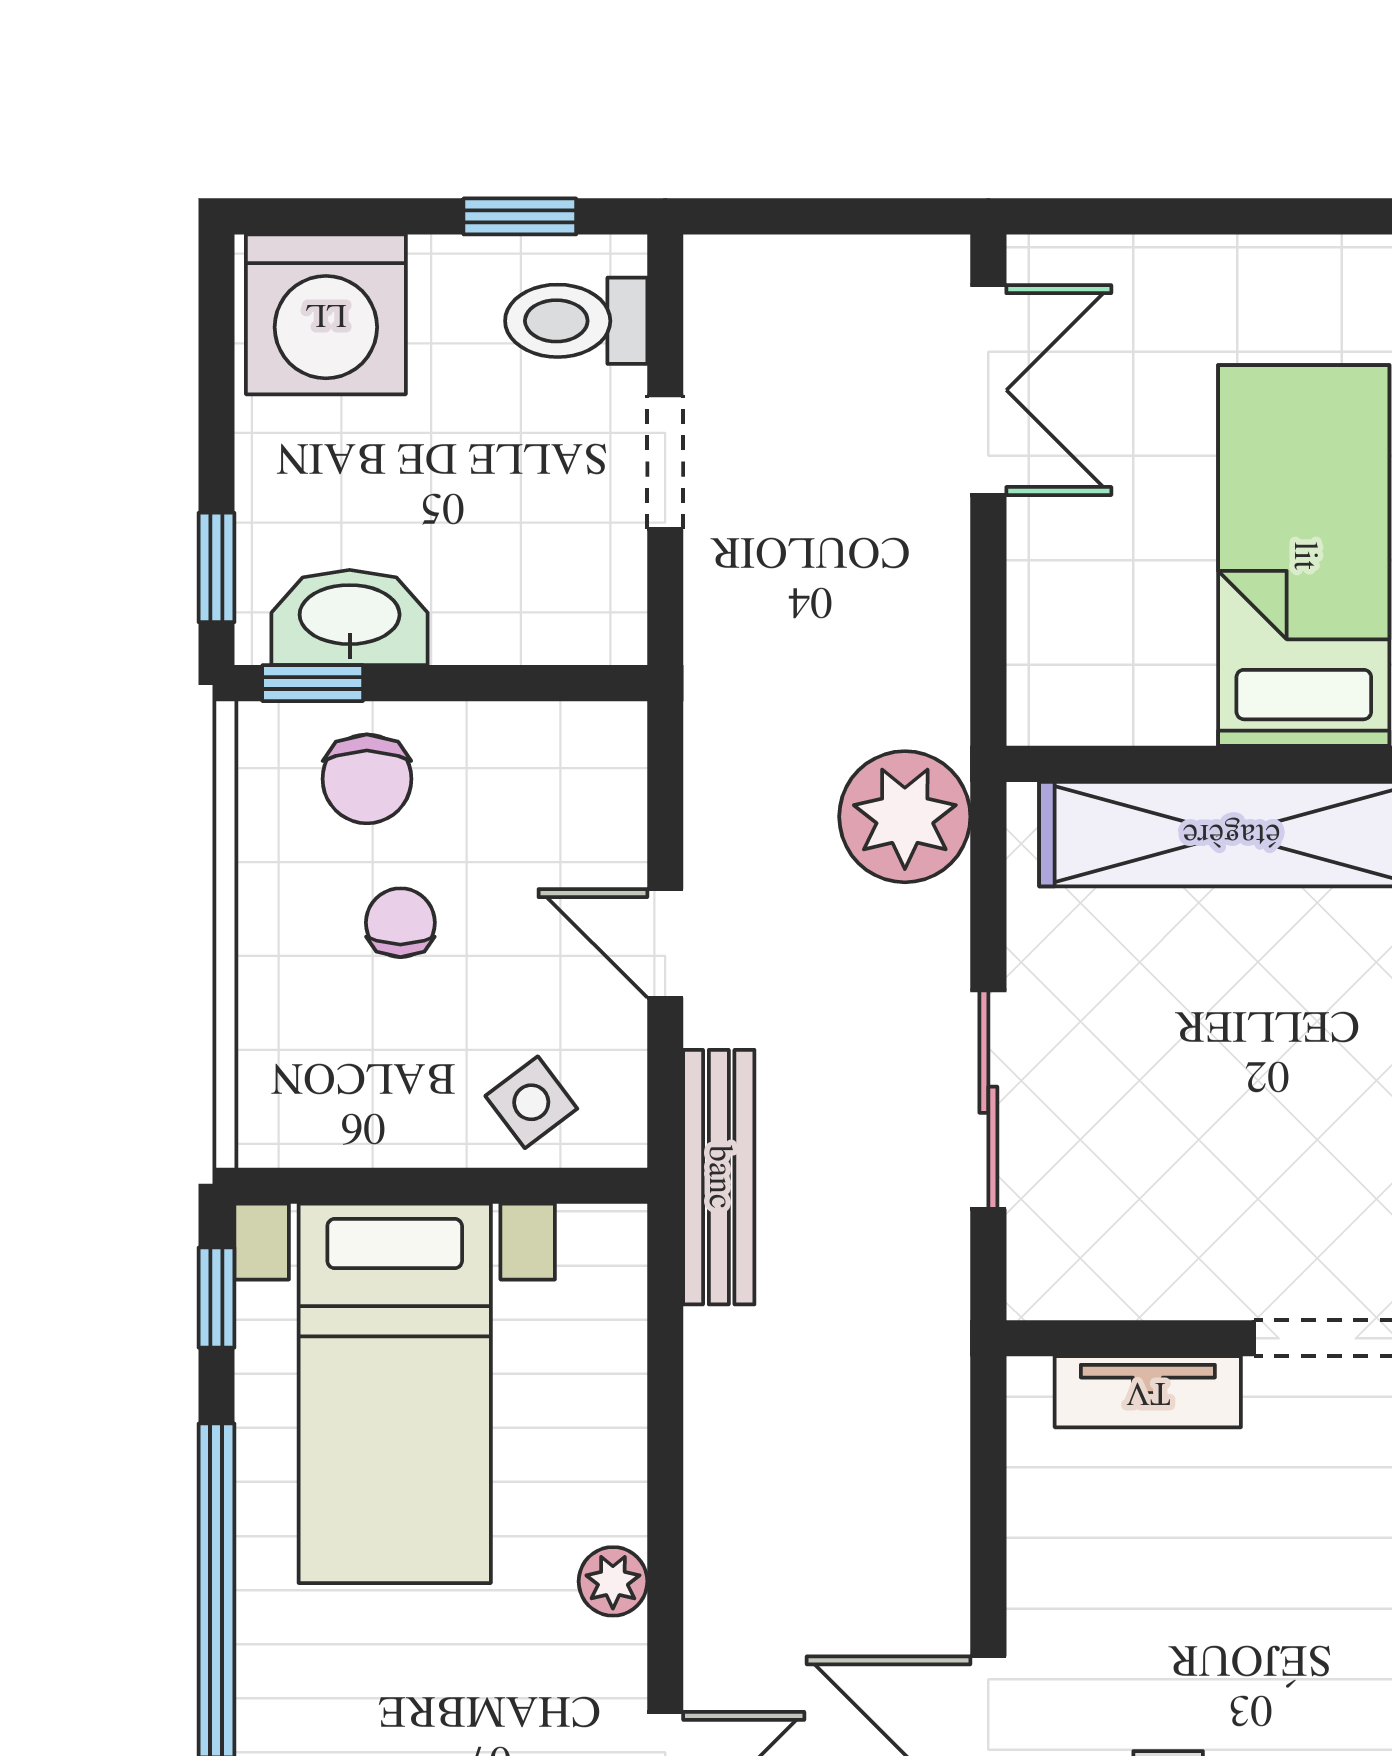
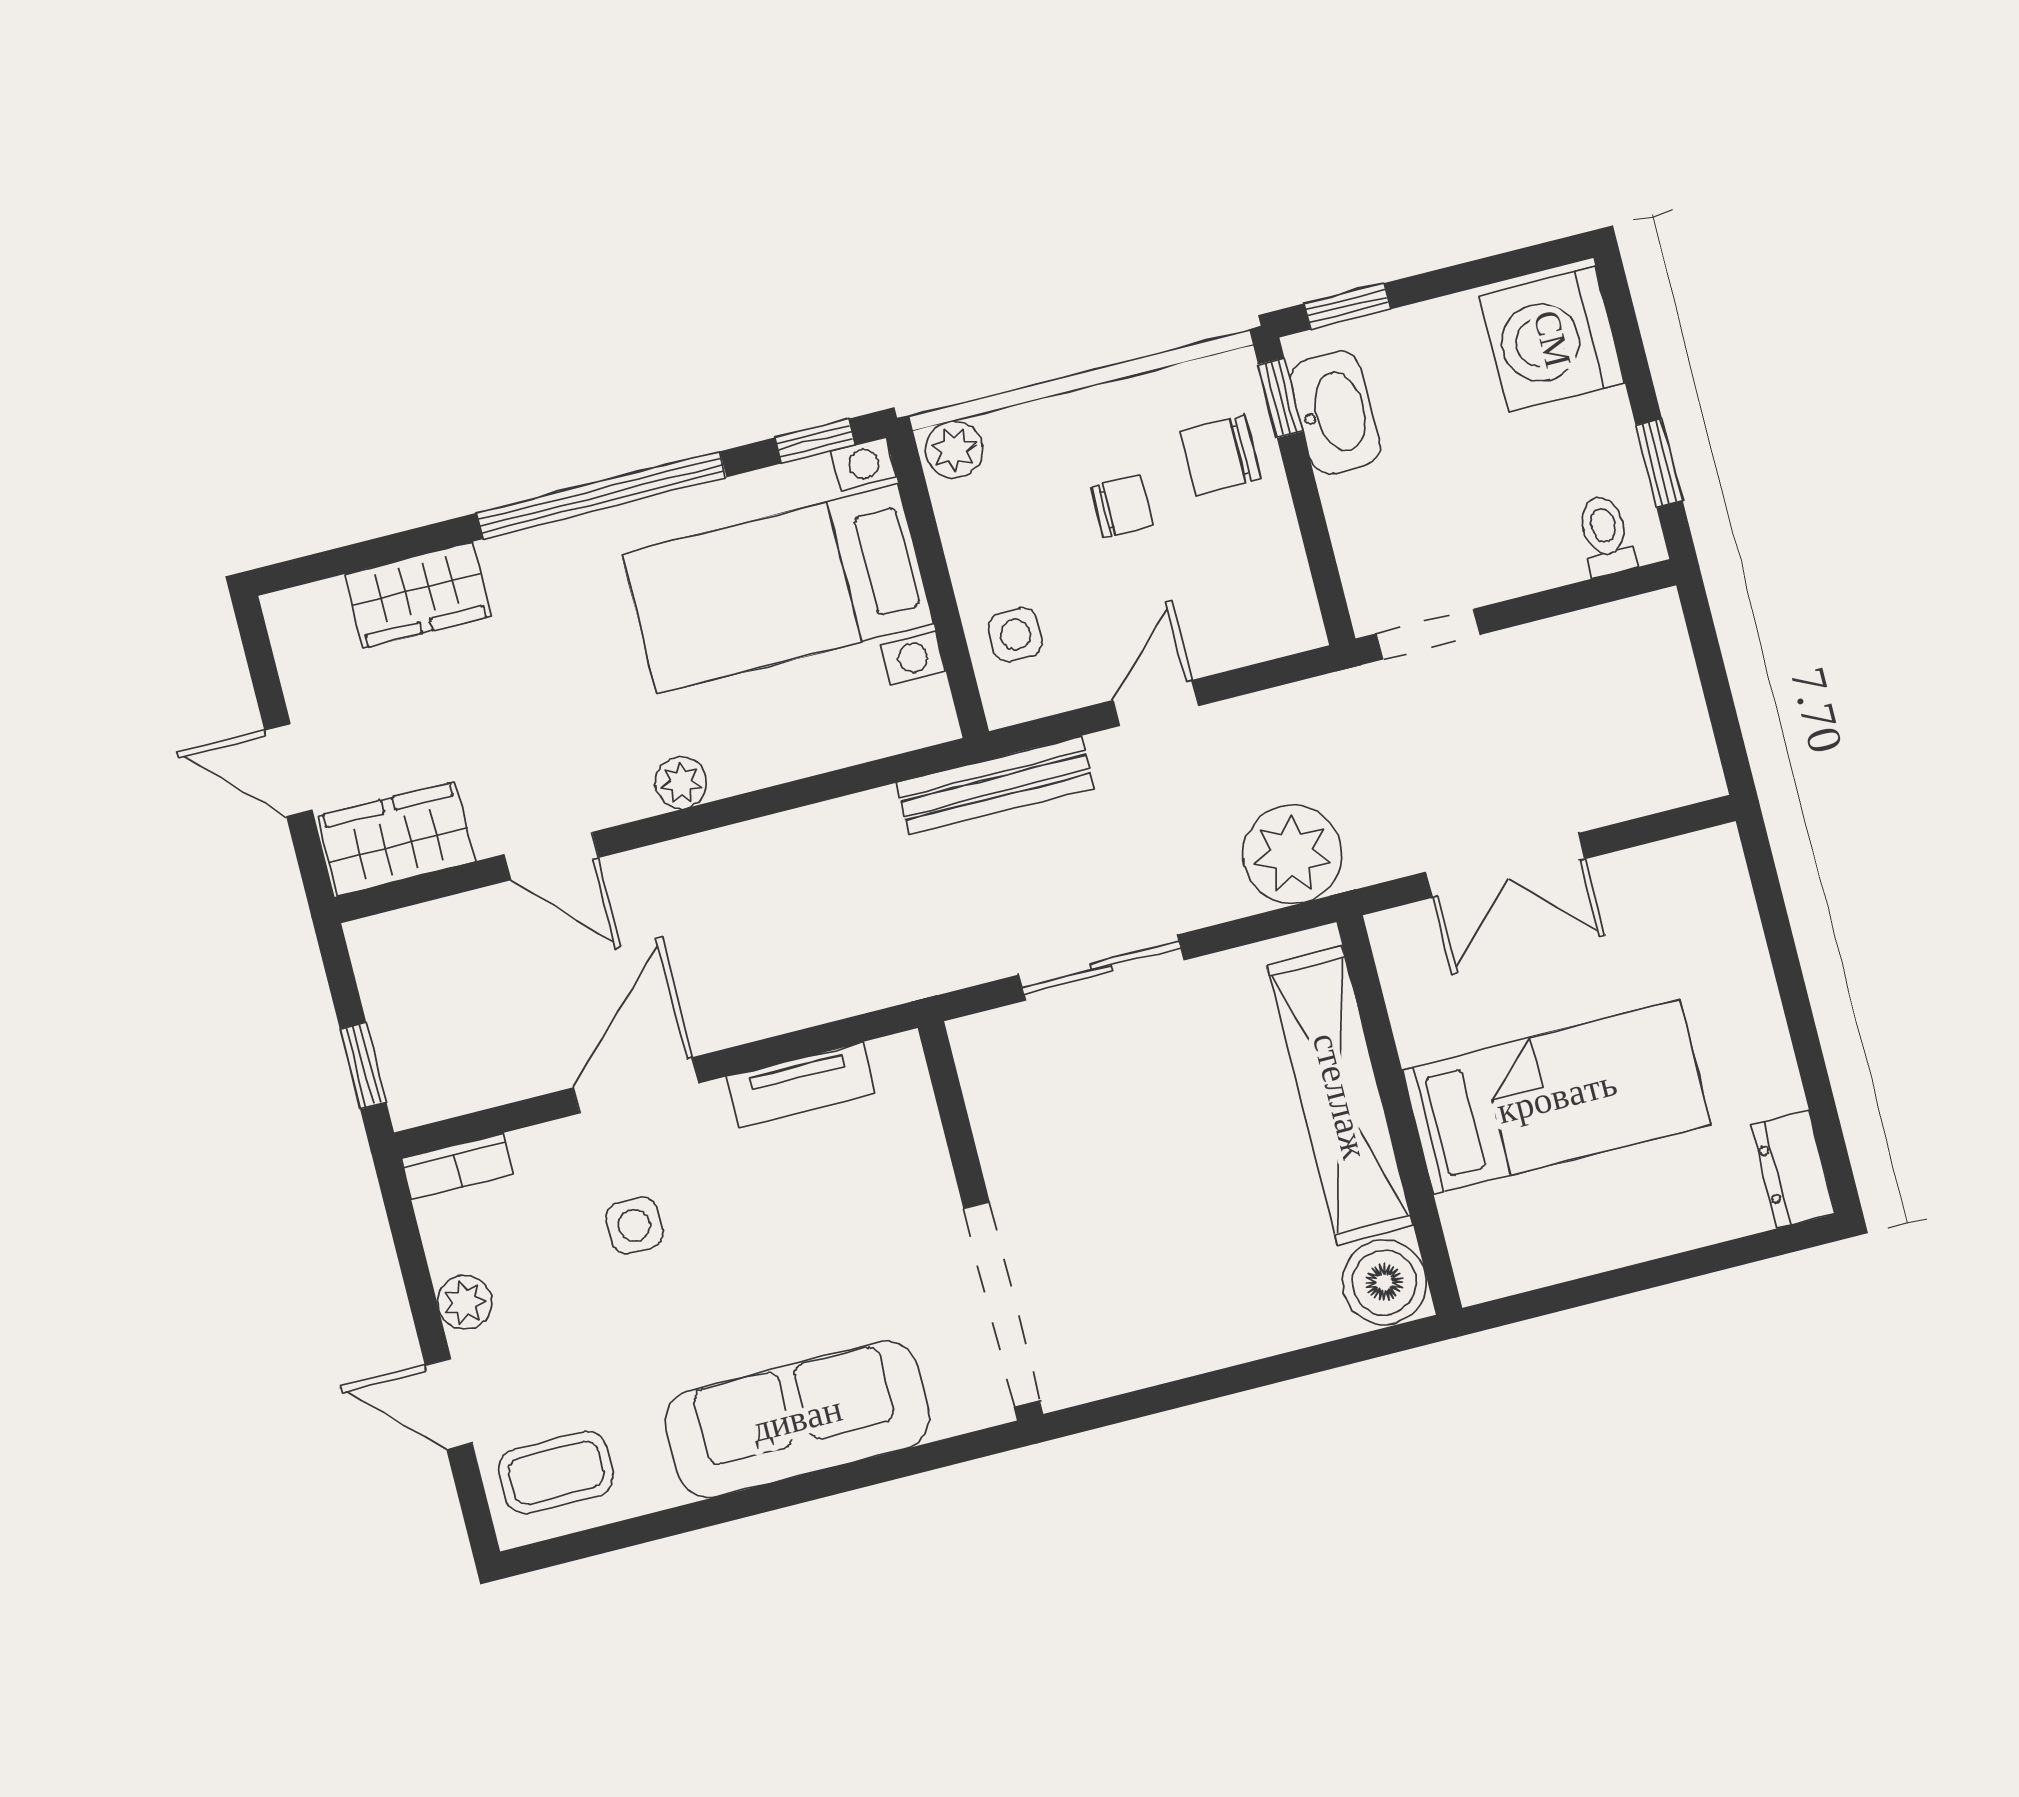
toilet: (576, 321) -> (1606, 536), width x0.73, depth x0.72
double door: (988, 390) -> (1505, 865), moved
doorway: (665, 462) -> (1428, 634), moved
side table: (531, 1102) -> (1015, 635), turned 37
plant: (272, 1121) -> (954, 449), added
tv unit: (1148, 1392) -> (801, 1085), moved, turned -90

